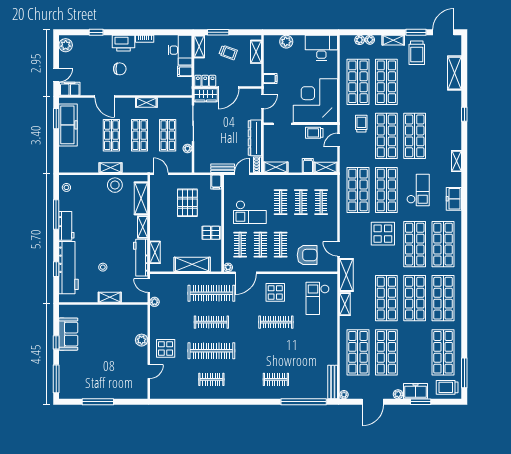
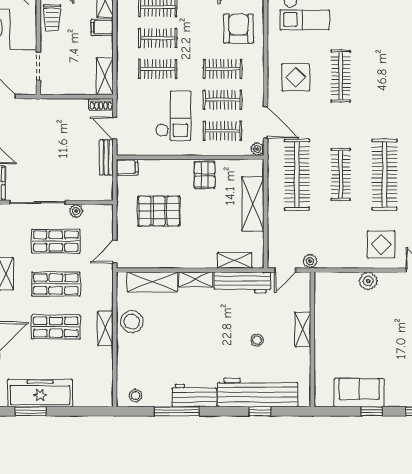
dresser: (255, 138) -> (60, 108), removed

